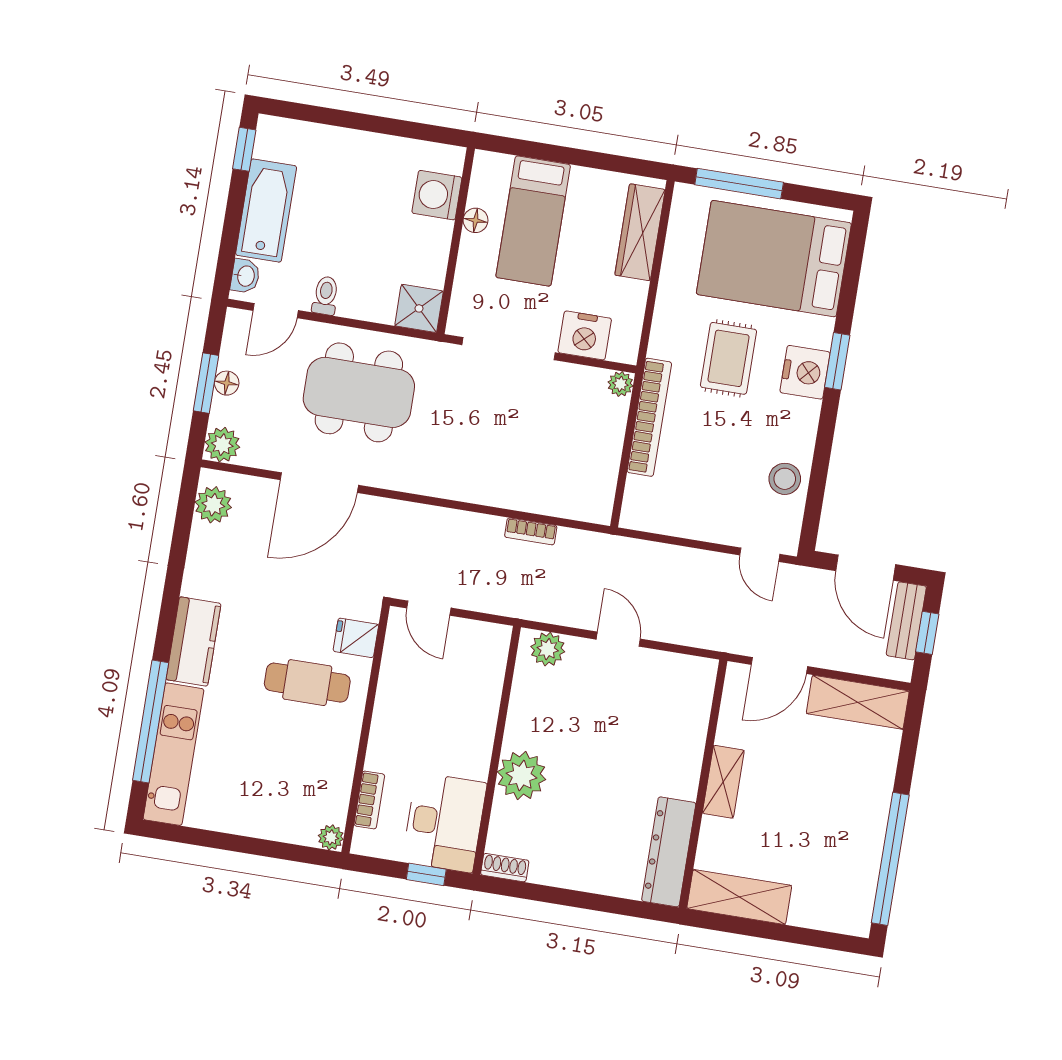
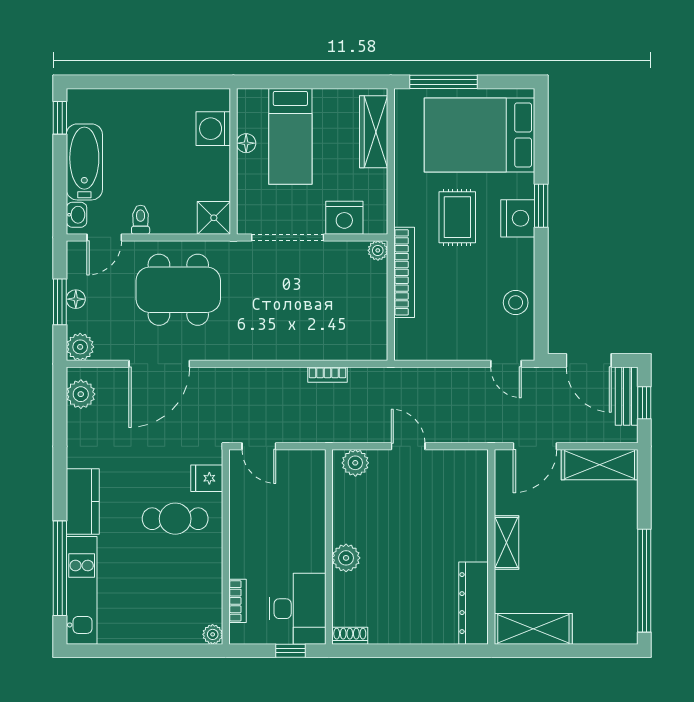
plant: (522, 776) -> (346, 558), width x0.73, depth x0.73

